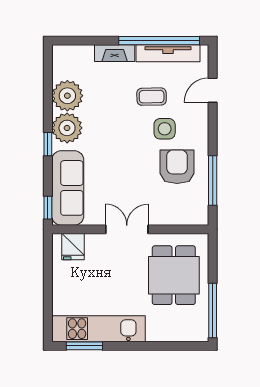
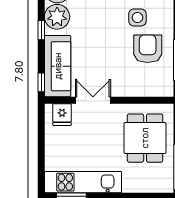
double door: (127, 229) -> (93, 100), moved

